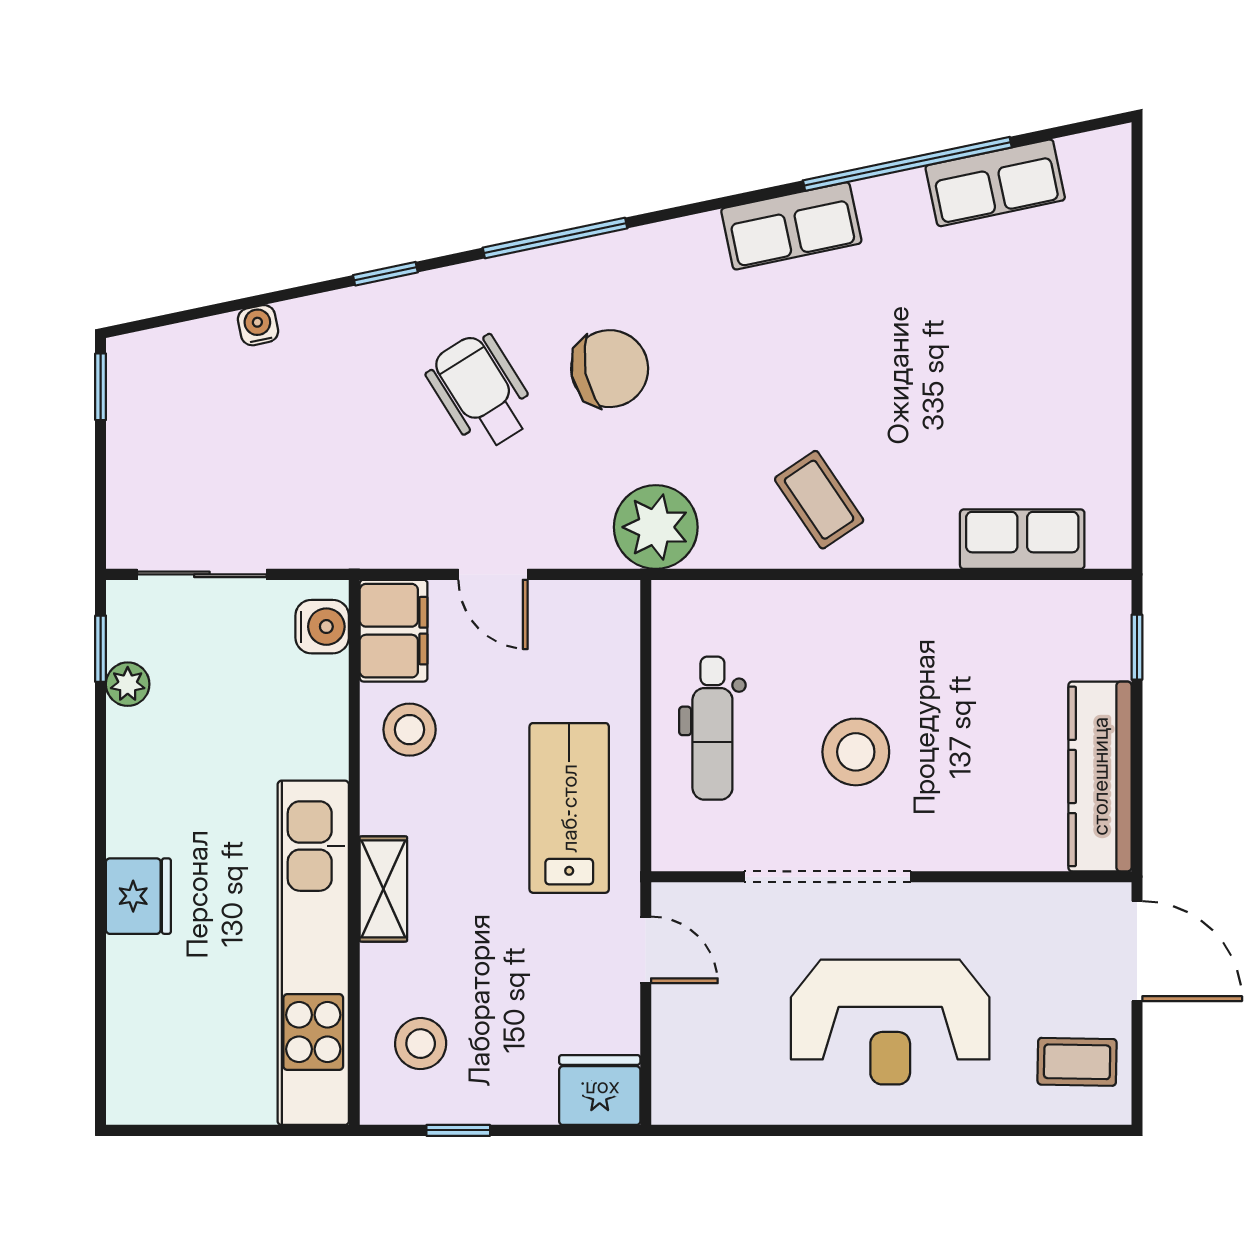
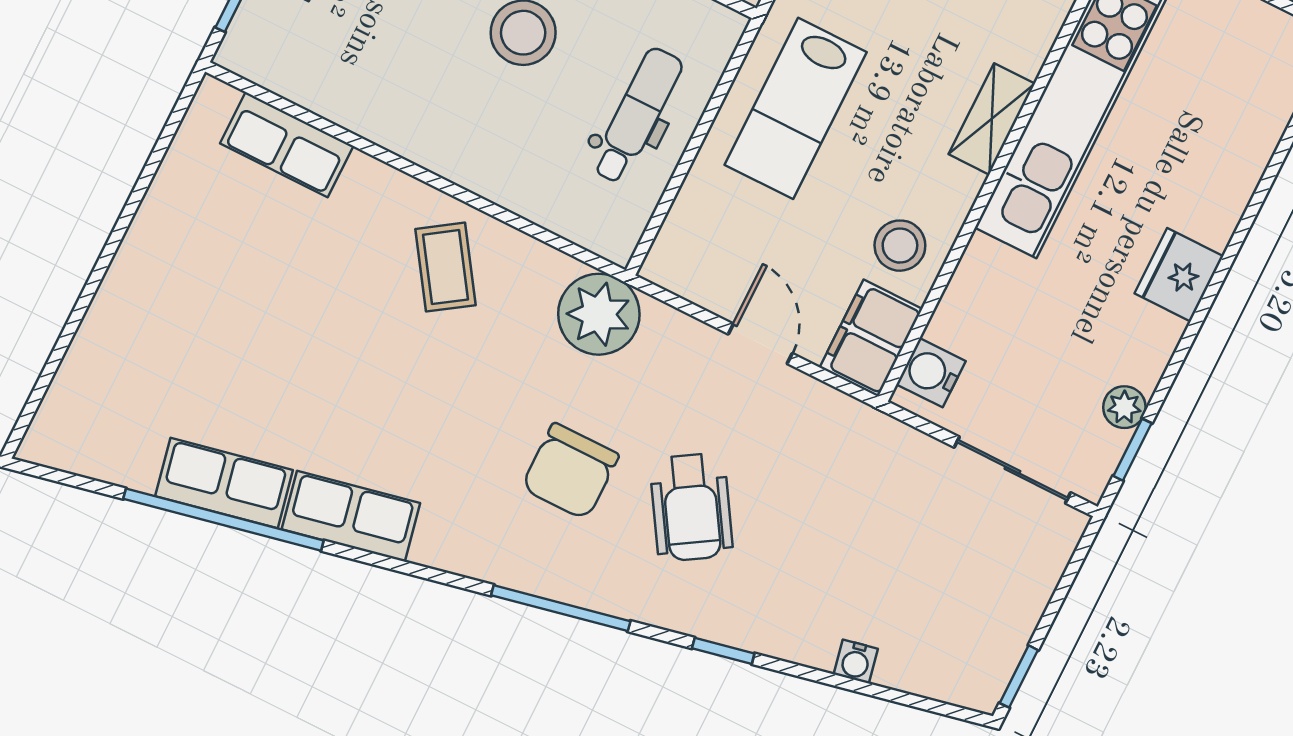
row of seats: (995, 183) -> (224, 483), moved
chair: (610, 369) -> (570, 471), turned -79
fridge: (138, 896) -> (1179, 275), moved

